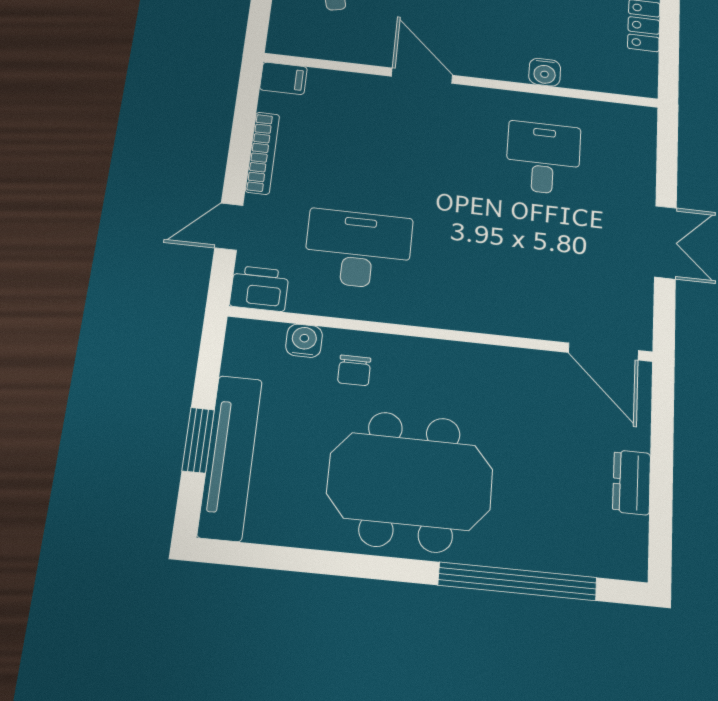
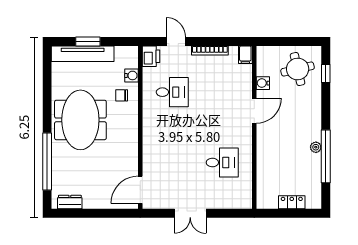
water cooler: (545, 72) -> (263, 83), moved
desk: (358, 249) -> (172, 92), width x0.73
dresser: (632, 482) -> (70, 202), moved

